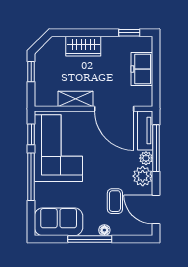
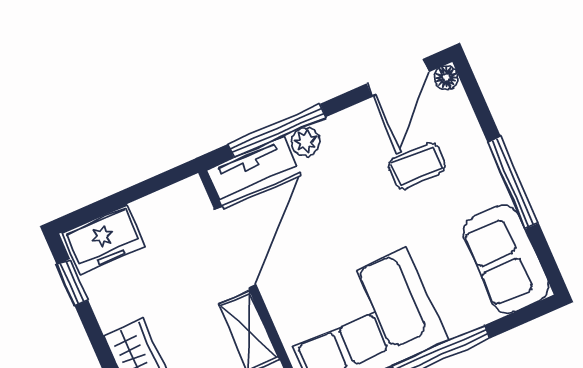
freezer: (142, 69) -> (104, 240), moved
plant: (143, 176) -> (344, 133), removed
floor lamp: (104, 230) -> (446, 78), moved

